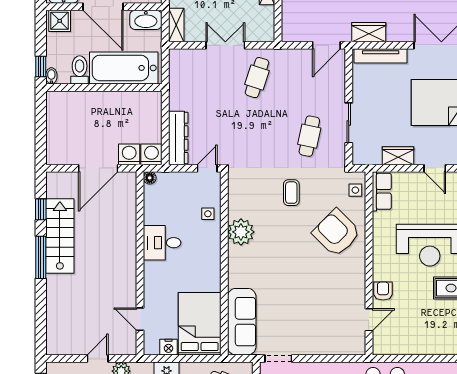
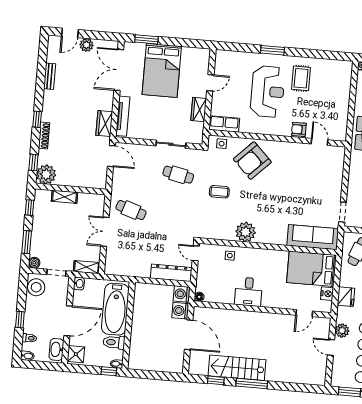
washbasin: (146, 20) -> (79, 284), width x0.52, depth x0.69

